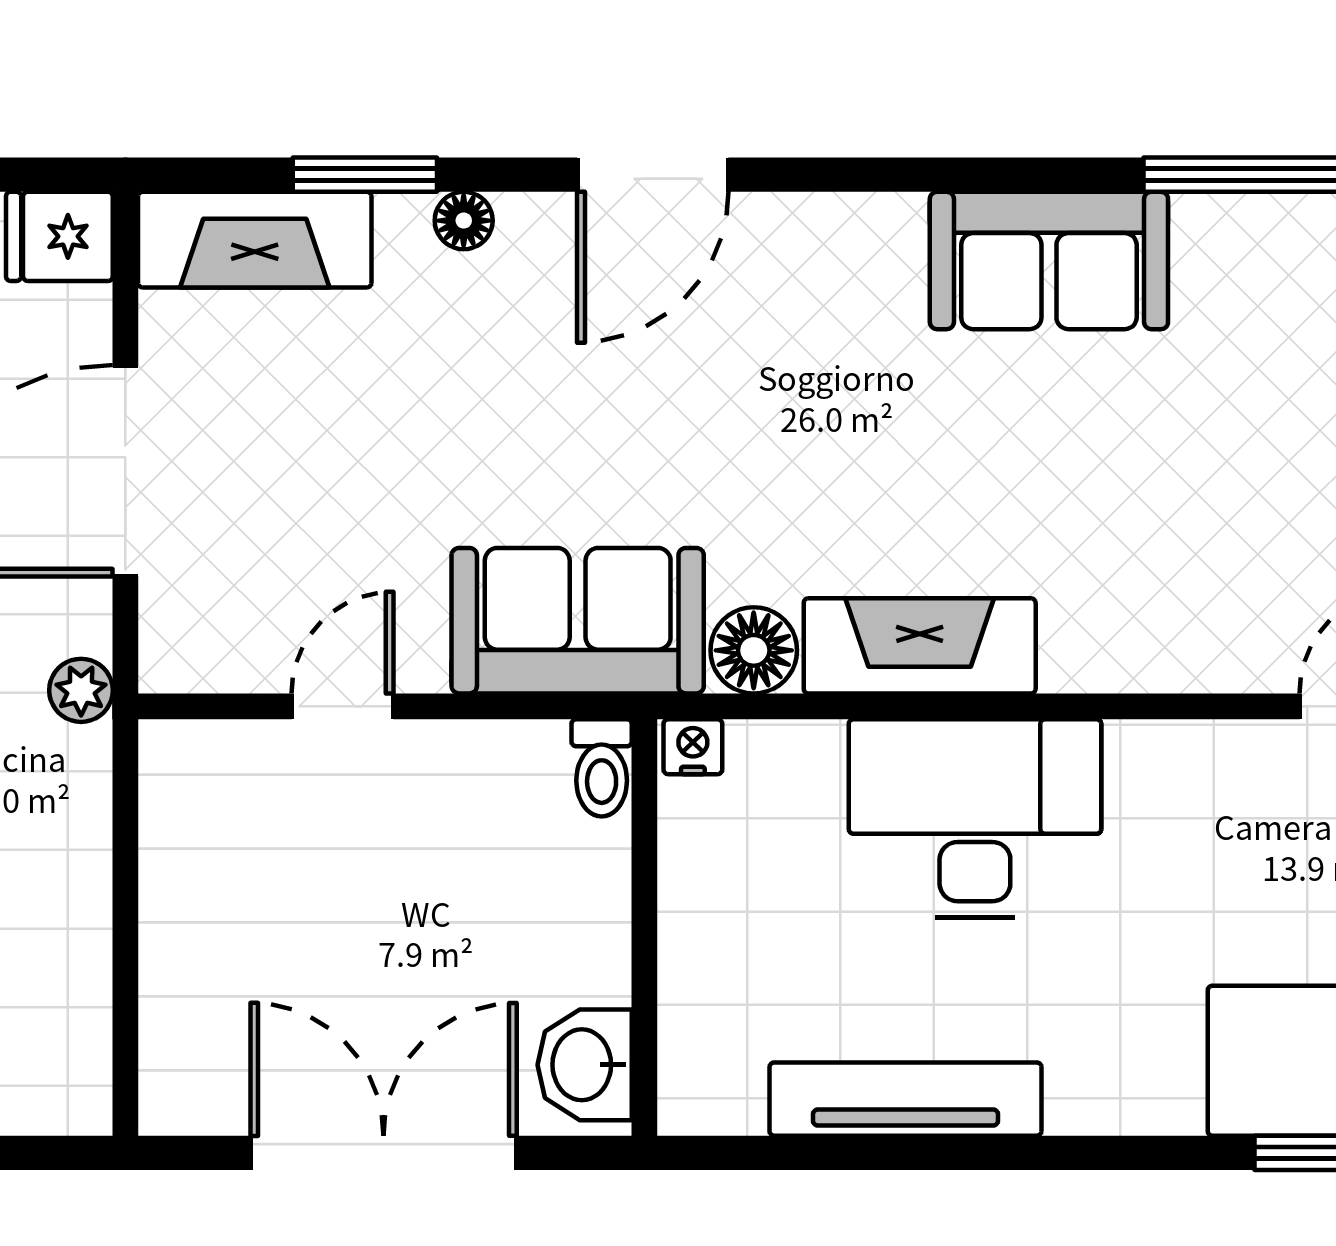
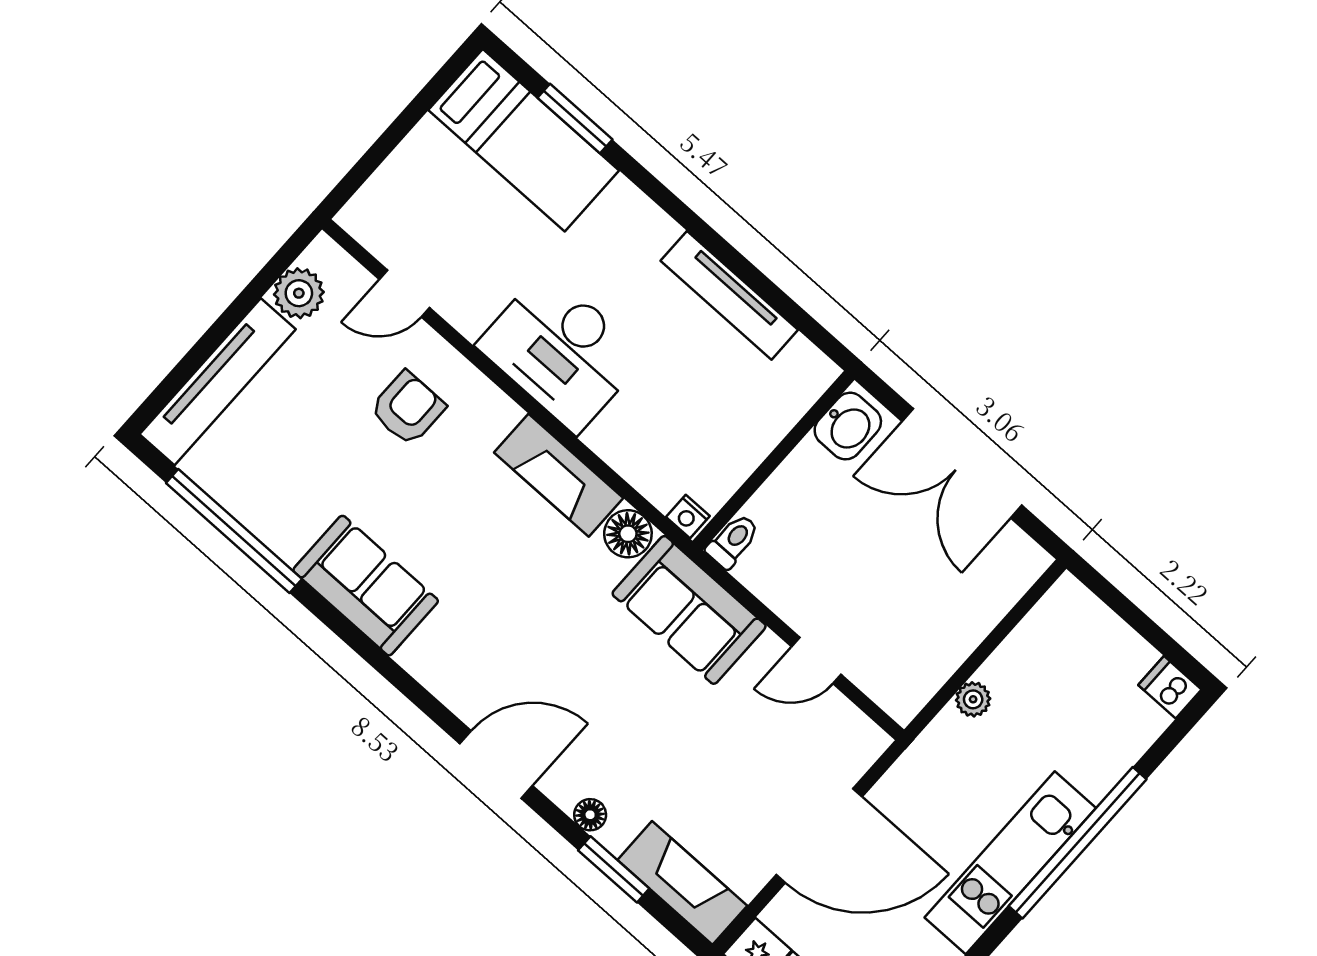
armchair: (1207, 554) -> (408, 408), added
plant: (81, 690) -> (973, 699), moved
desk: (975, 818) -> (561, 351), moved

